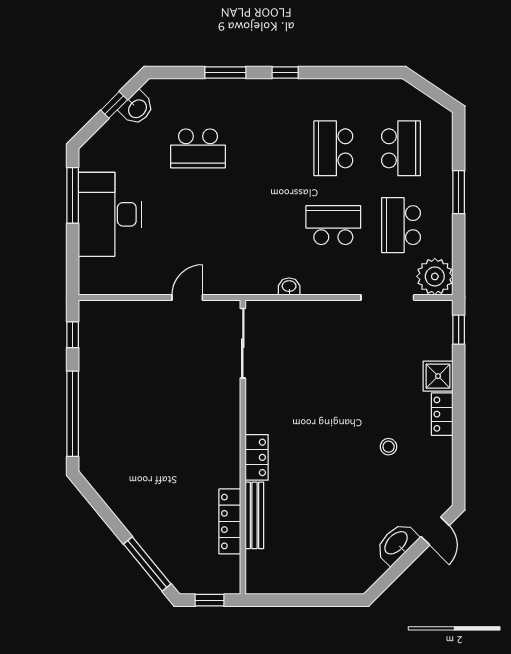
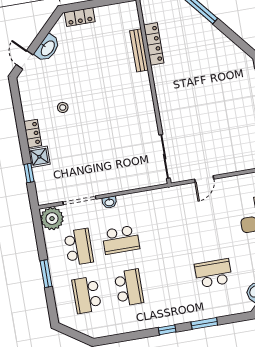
washbasin: (289, 287) -> (109, 202), moved
window: (459, 330) -> (29, 173), moved
locker: (257, 457) -> (80, 17), moved, turned -90

